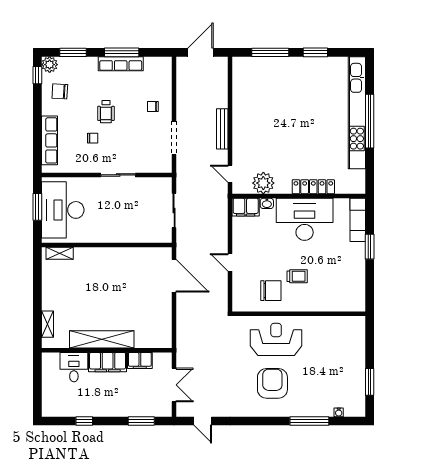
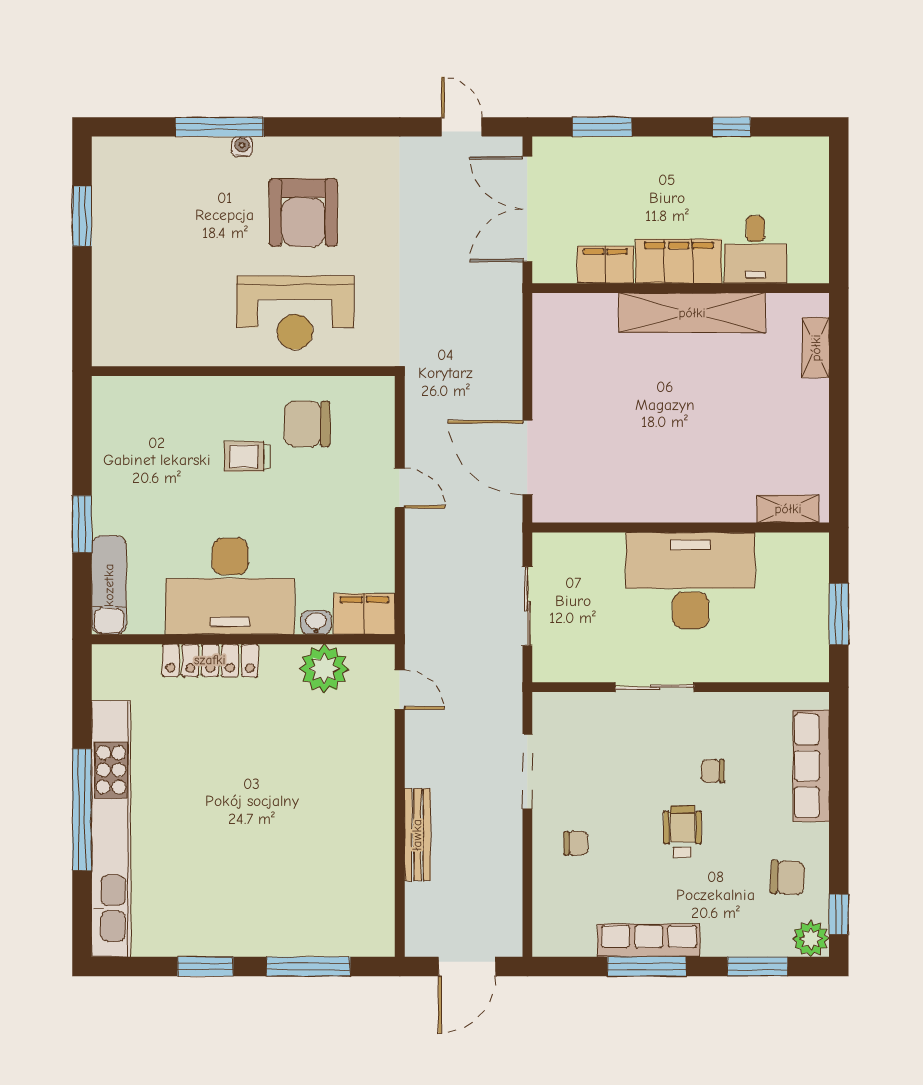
bench: (222, 129) -> (417, 835), moved
desk: (63, 210) -> (691, 581), moved, turned -90
double door: (174, 385) -> (527, 209), width x1.37
water cooler: (339, 412) -> (242, 147), moved

